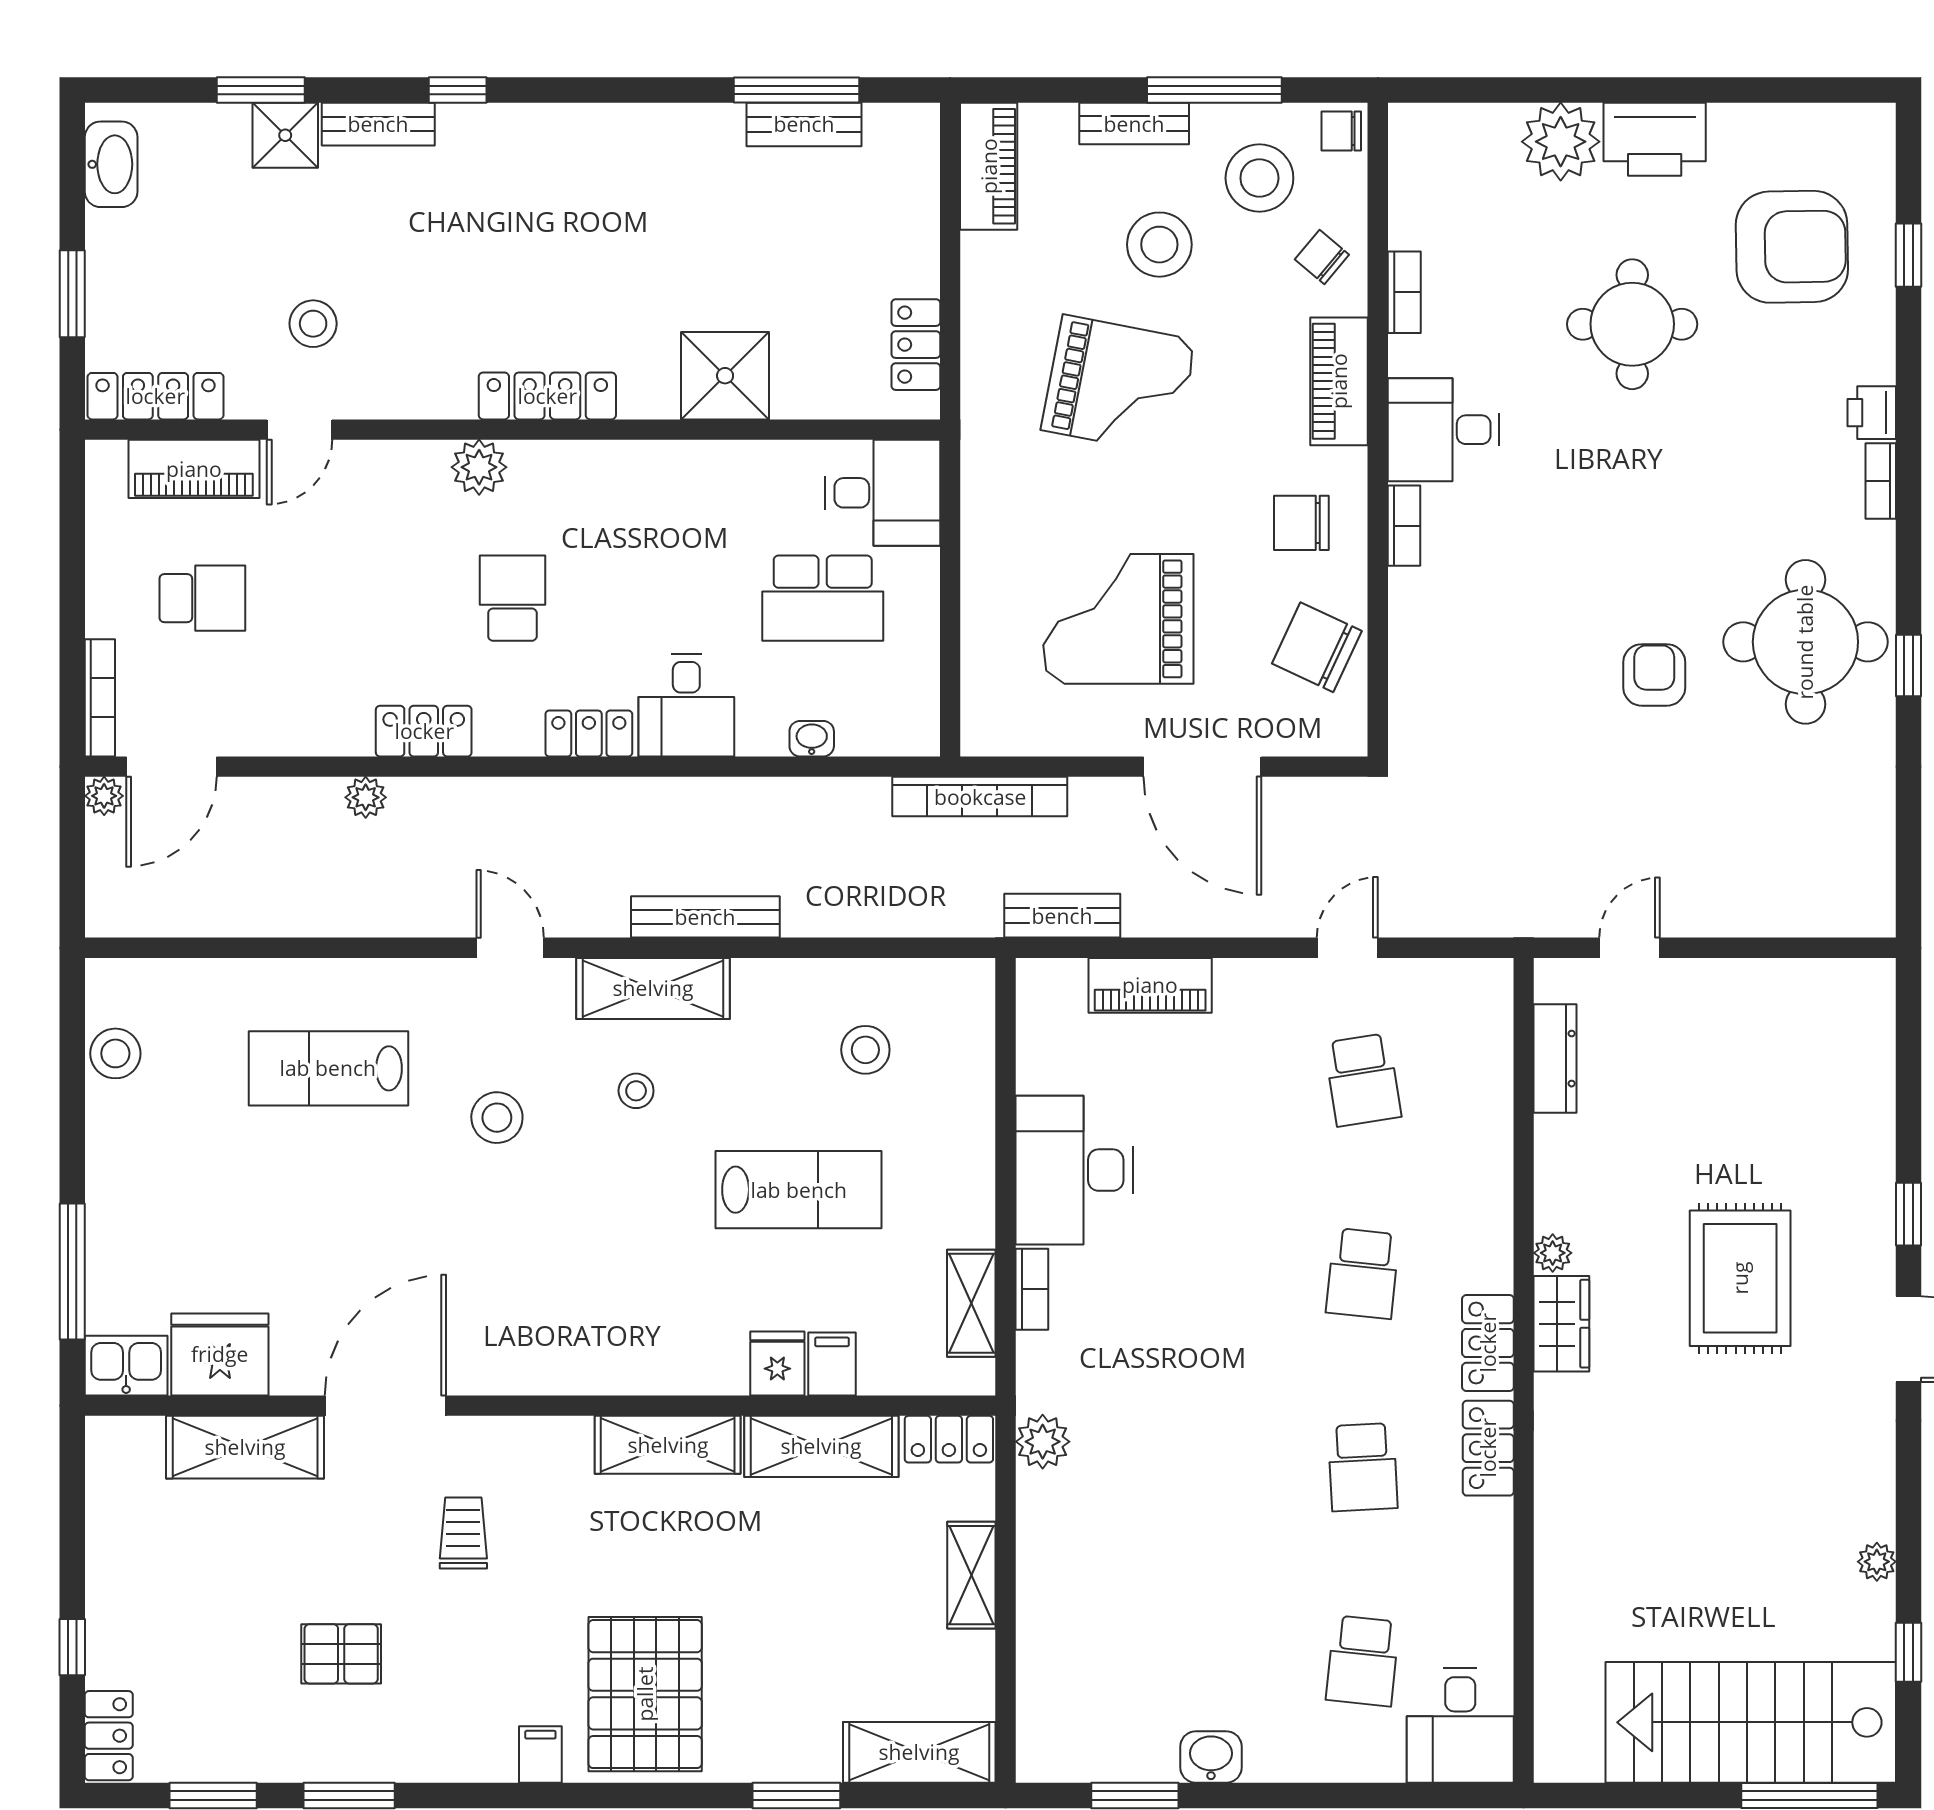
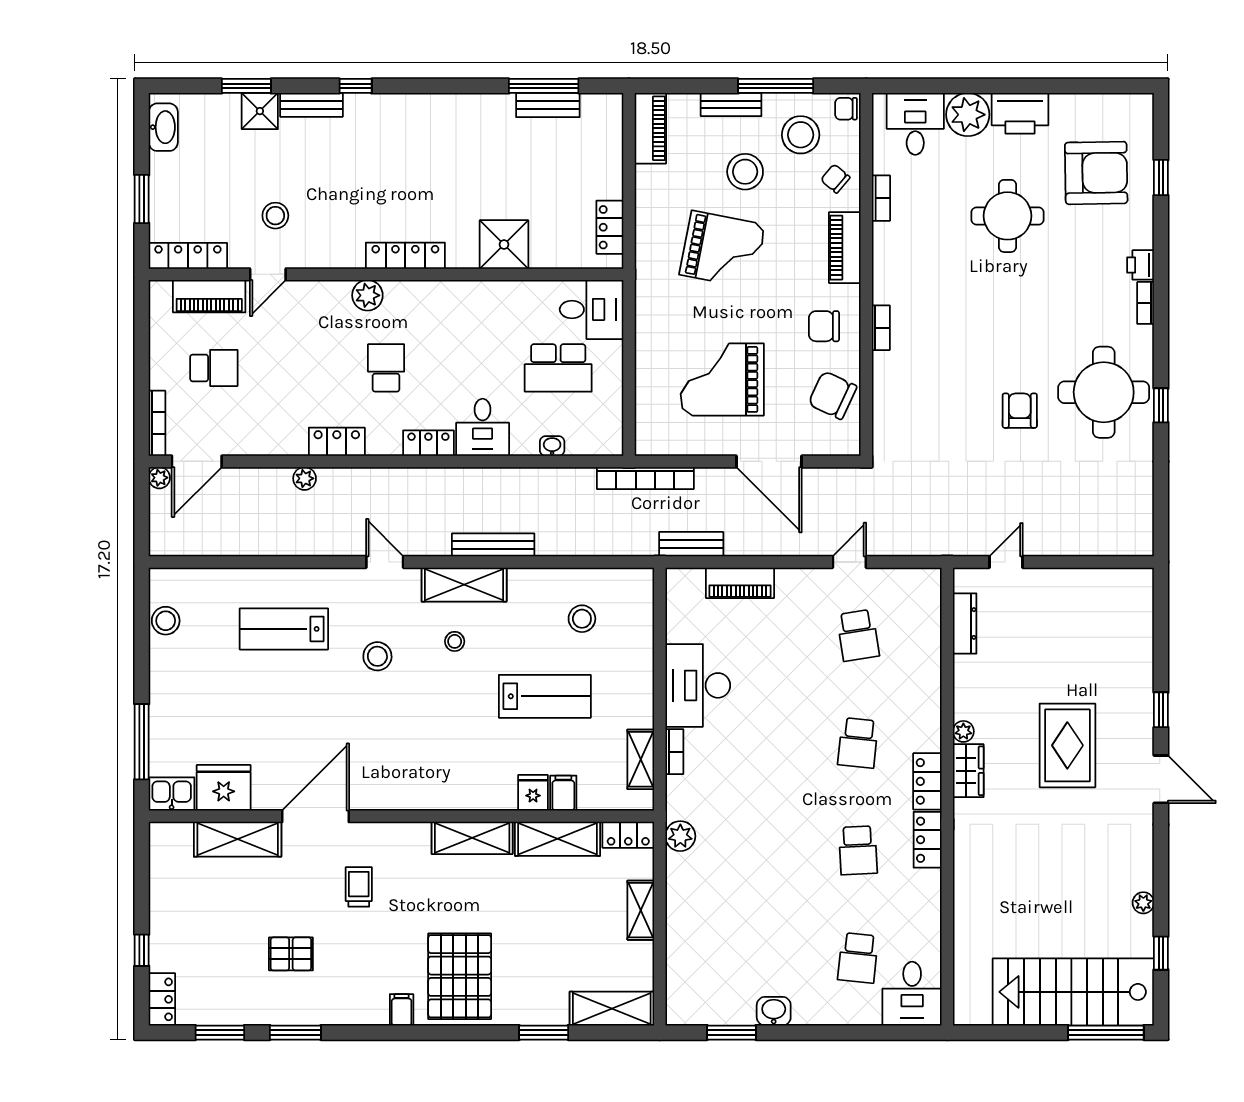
desk: (1444, 430) -> (915, 124), moved, turned 90

